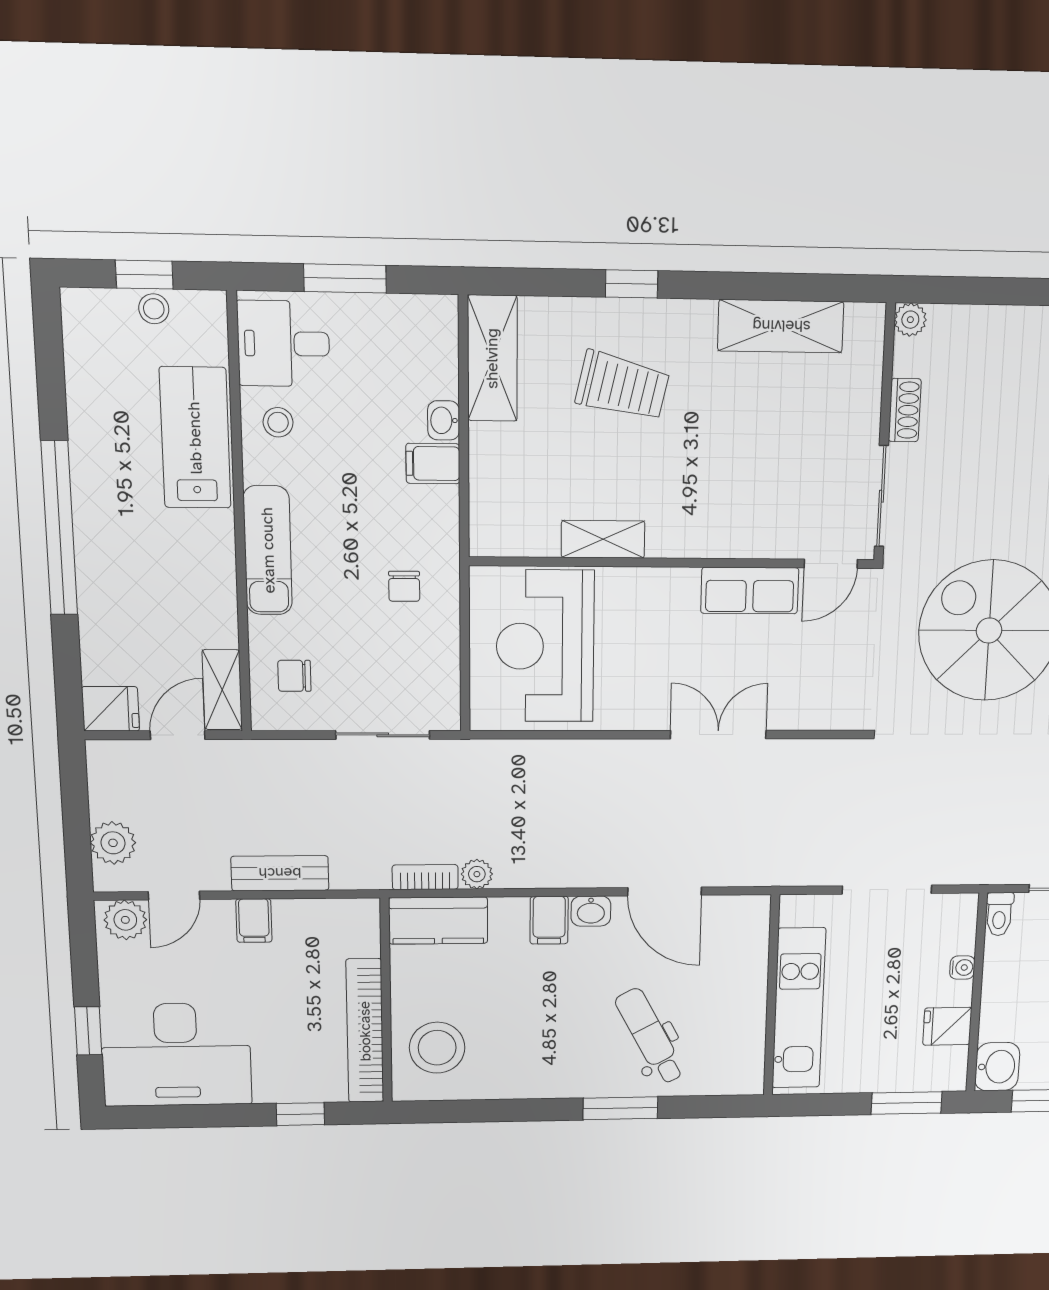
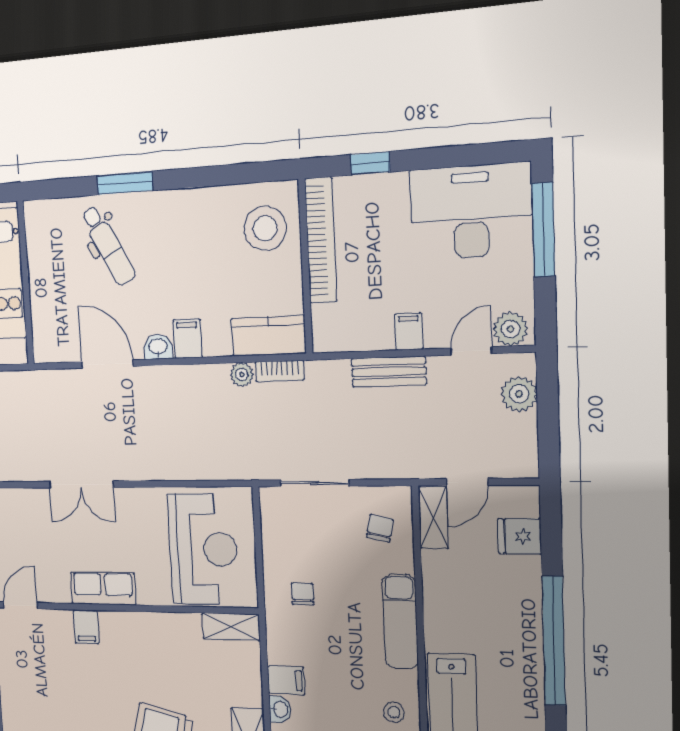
filing cabinet: (730, 534) -> (86, 627), added
shelving: (603, 539) -> (231, 627), moved
row of seats: (750, 591) -> (103, 588), moved
chair: (294, 676) -> (380, 528), turned -78
fridge: (111, 709) -> (519, 536), moved
window: (88, 1031) -> (543, 230), width x2.17

